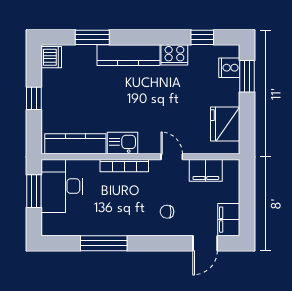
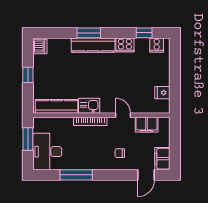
window: (92, 37) -> (89, 33), moved
cooker: (229, 68) -> (157, 45), moved, turned -90
window: (247, 76) -> (175, 60), removed
fridge: (225, 124) -> (162, 93), width x0.53, depth x0.75
desk: (62, 186) -> (47, 152), moved

